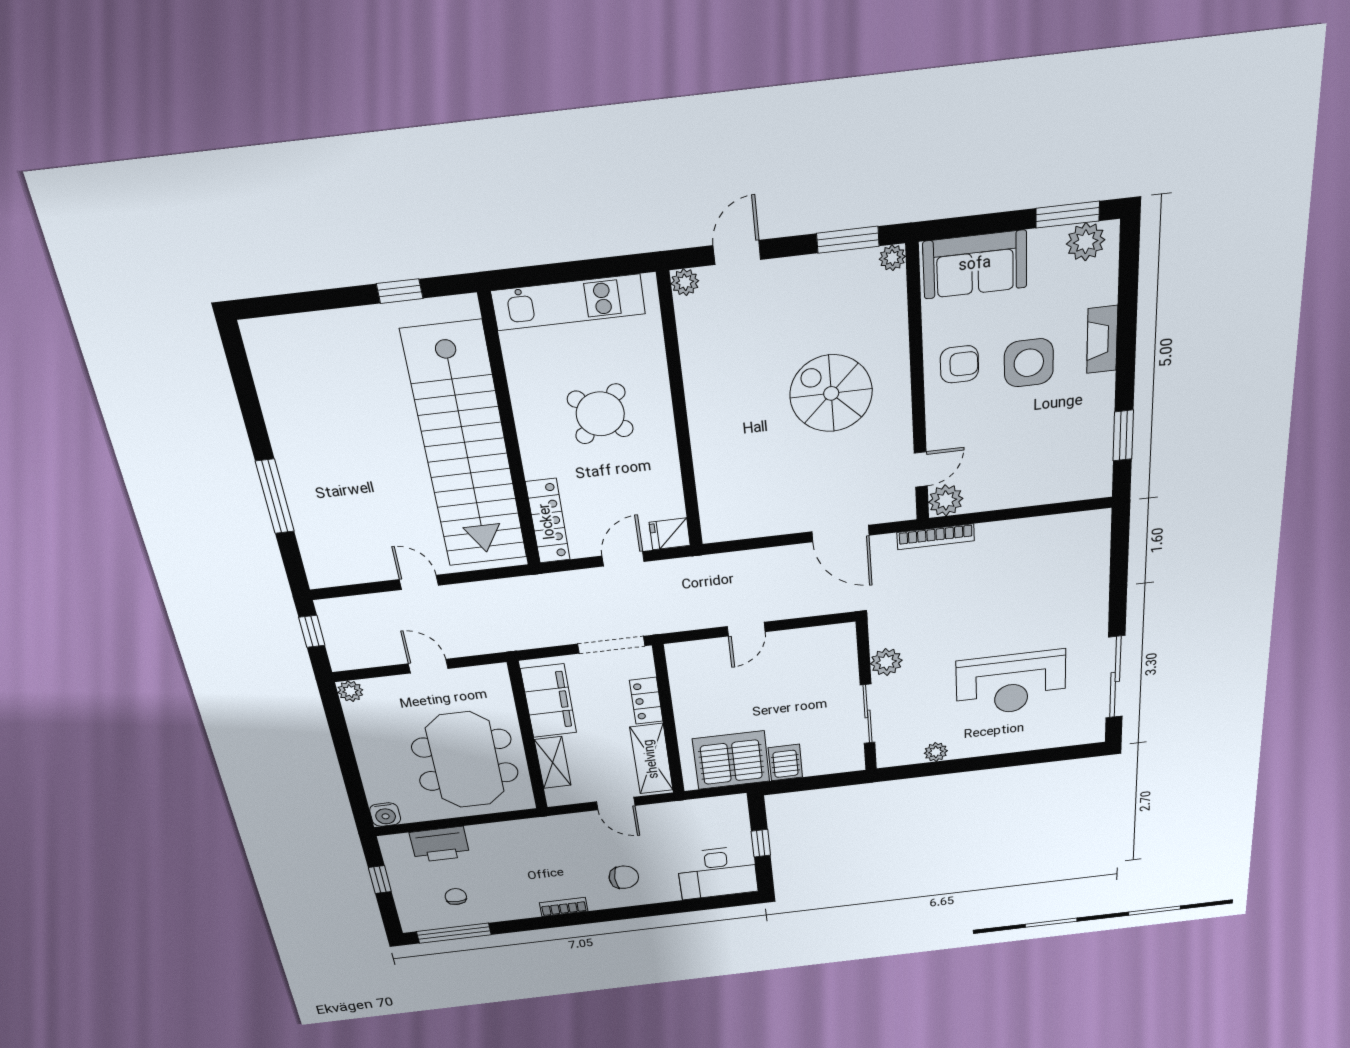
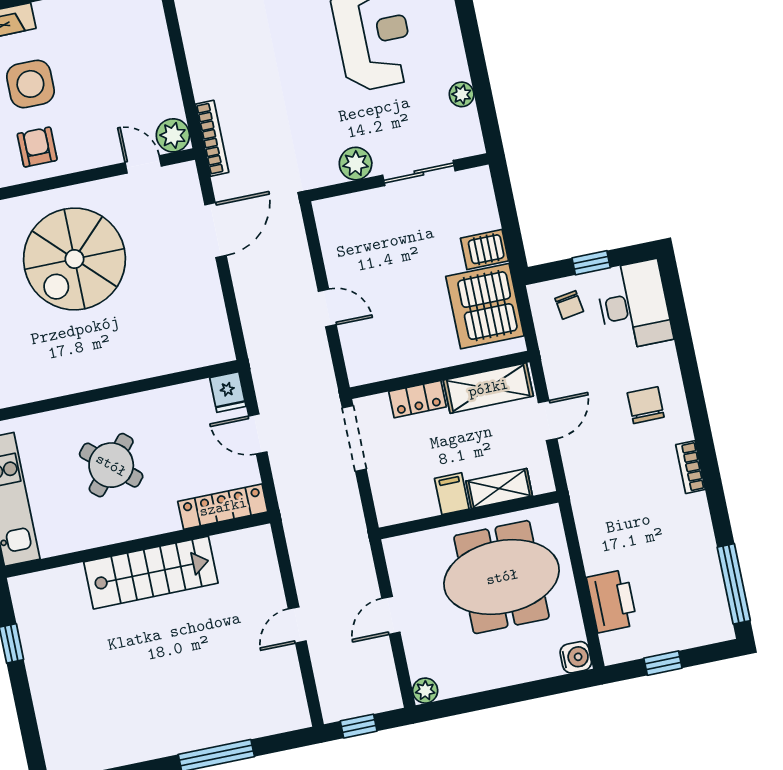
spiral stairs: (831, 393) -> (74, 259), width x1.37, depth x1.37
stairs: (465, 447) -> (151, 573), width x0.54, depth x0.66
filing cabinet: (549, 701) -> (452, 494), width x0.33, depth x0.86
chair: (456, 897) -> (569, 305), moved, turned -99

